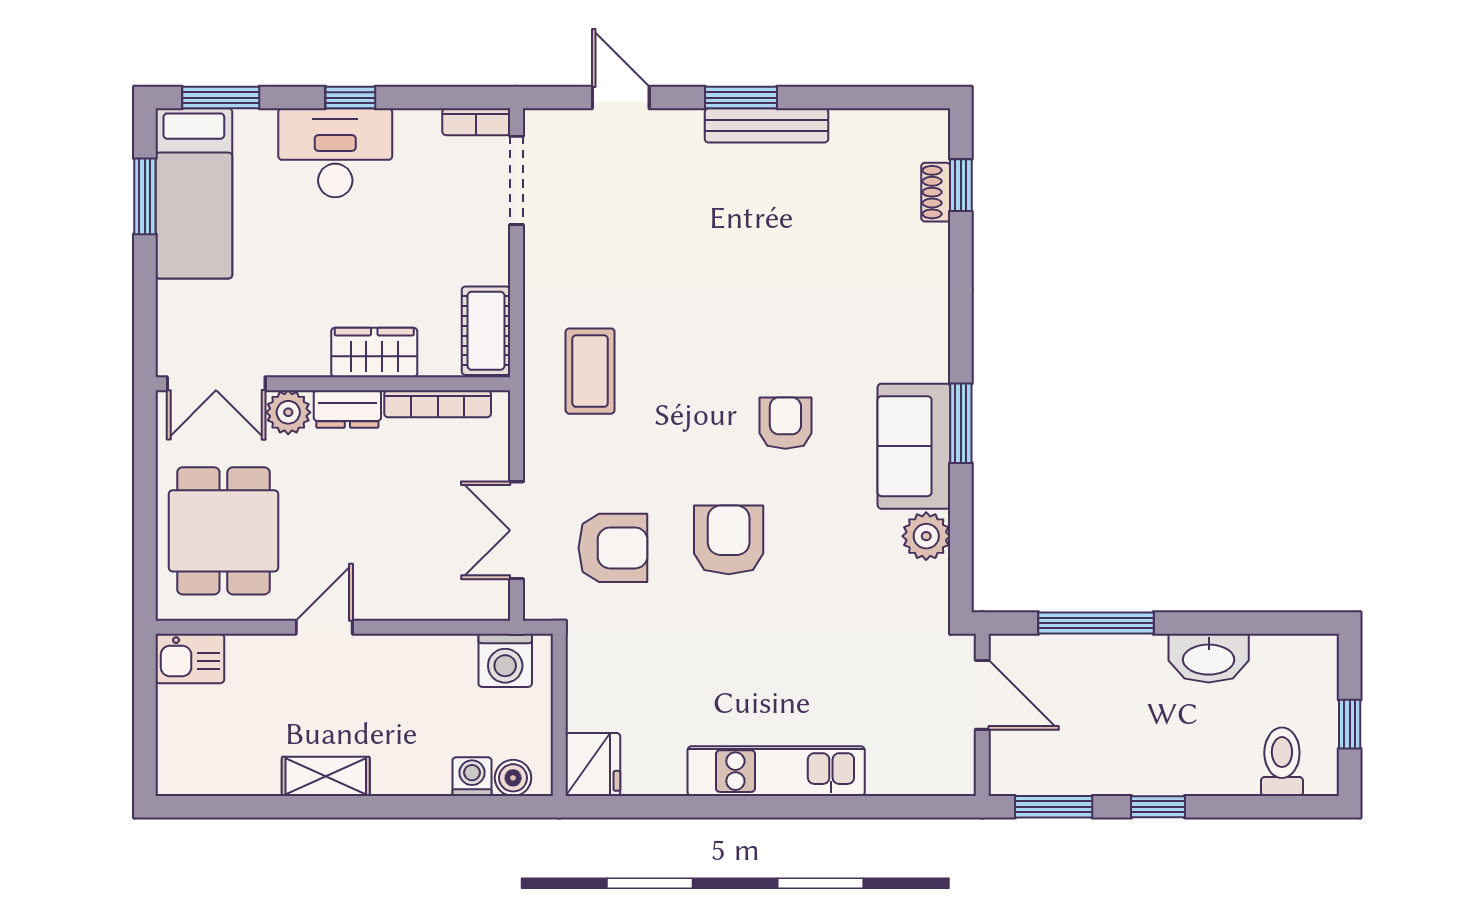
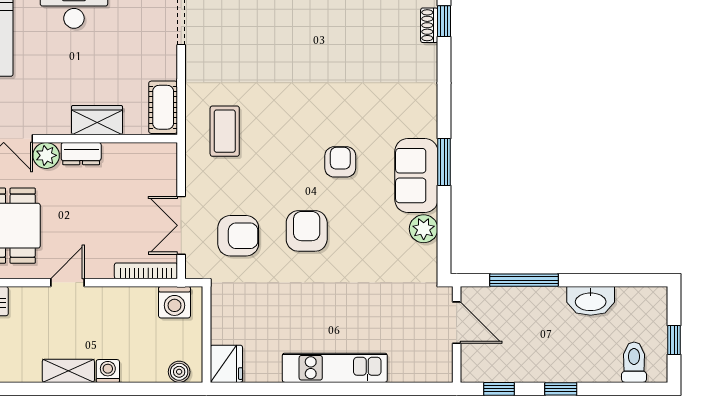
bookcase: (438, 404) -> (146, 271), moved, turned 180
washing machine: (472, 777) -> (108, 371), moved
window: (1054, 807) -> (499, 389), width x0.67

